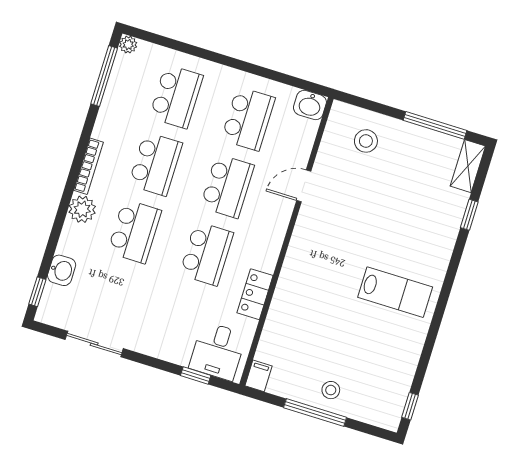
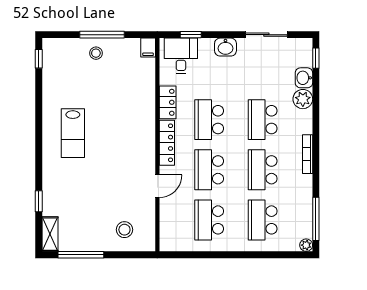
washbasin: (310, 105) -> (225, 47), moved, turned 180
plant: (82, 209) -> (303, 99), moved
locker: (273, 240) -> (167, 143), added
lab bench: (395, 292) -> (73, 133), turned -90

